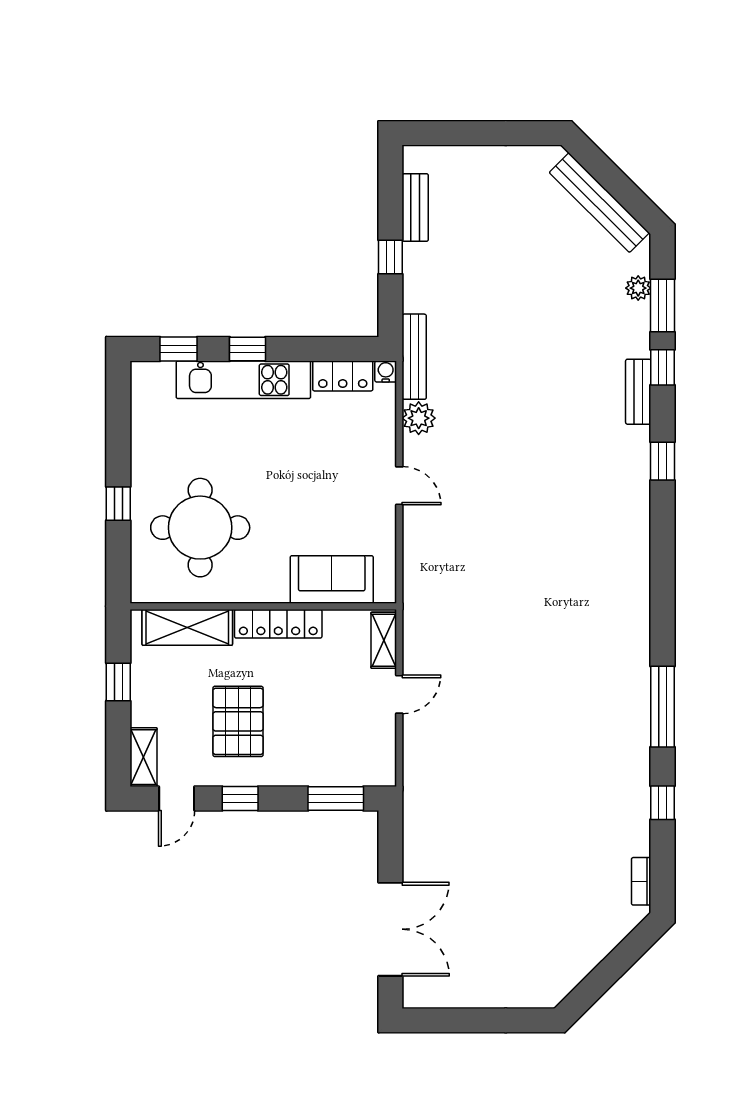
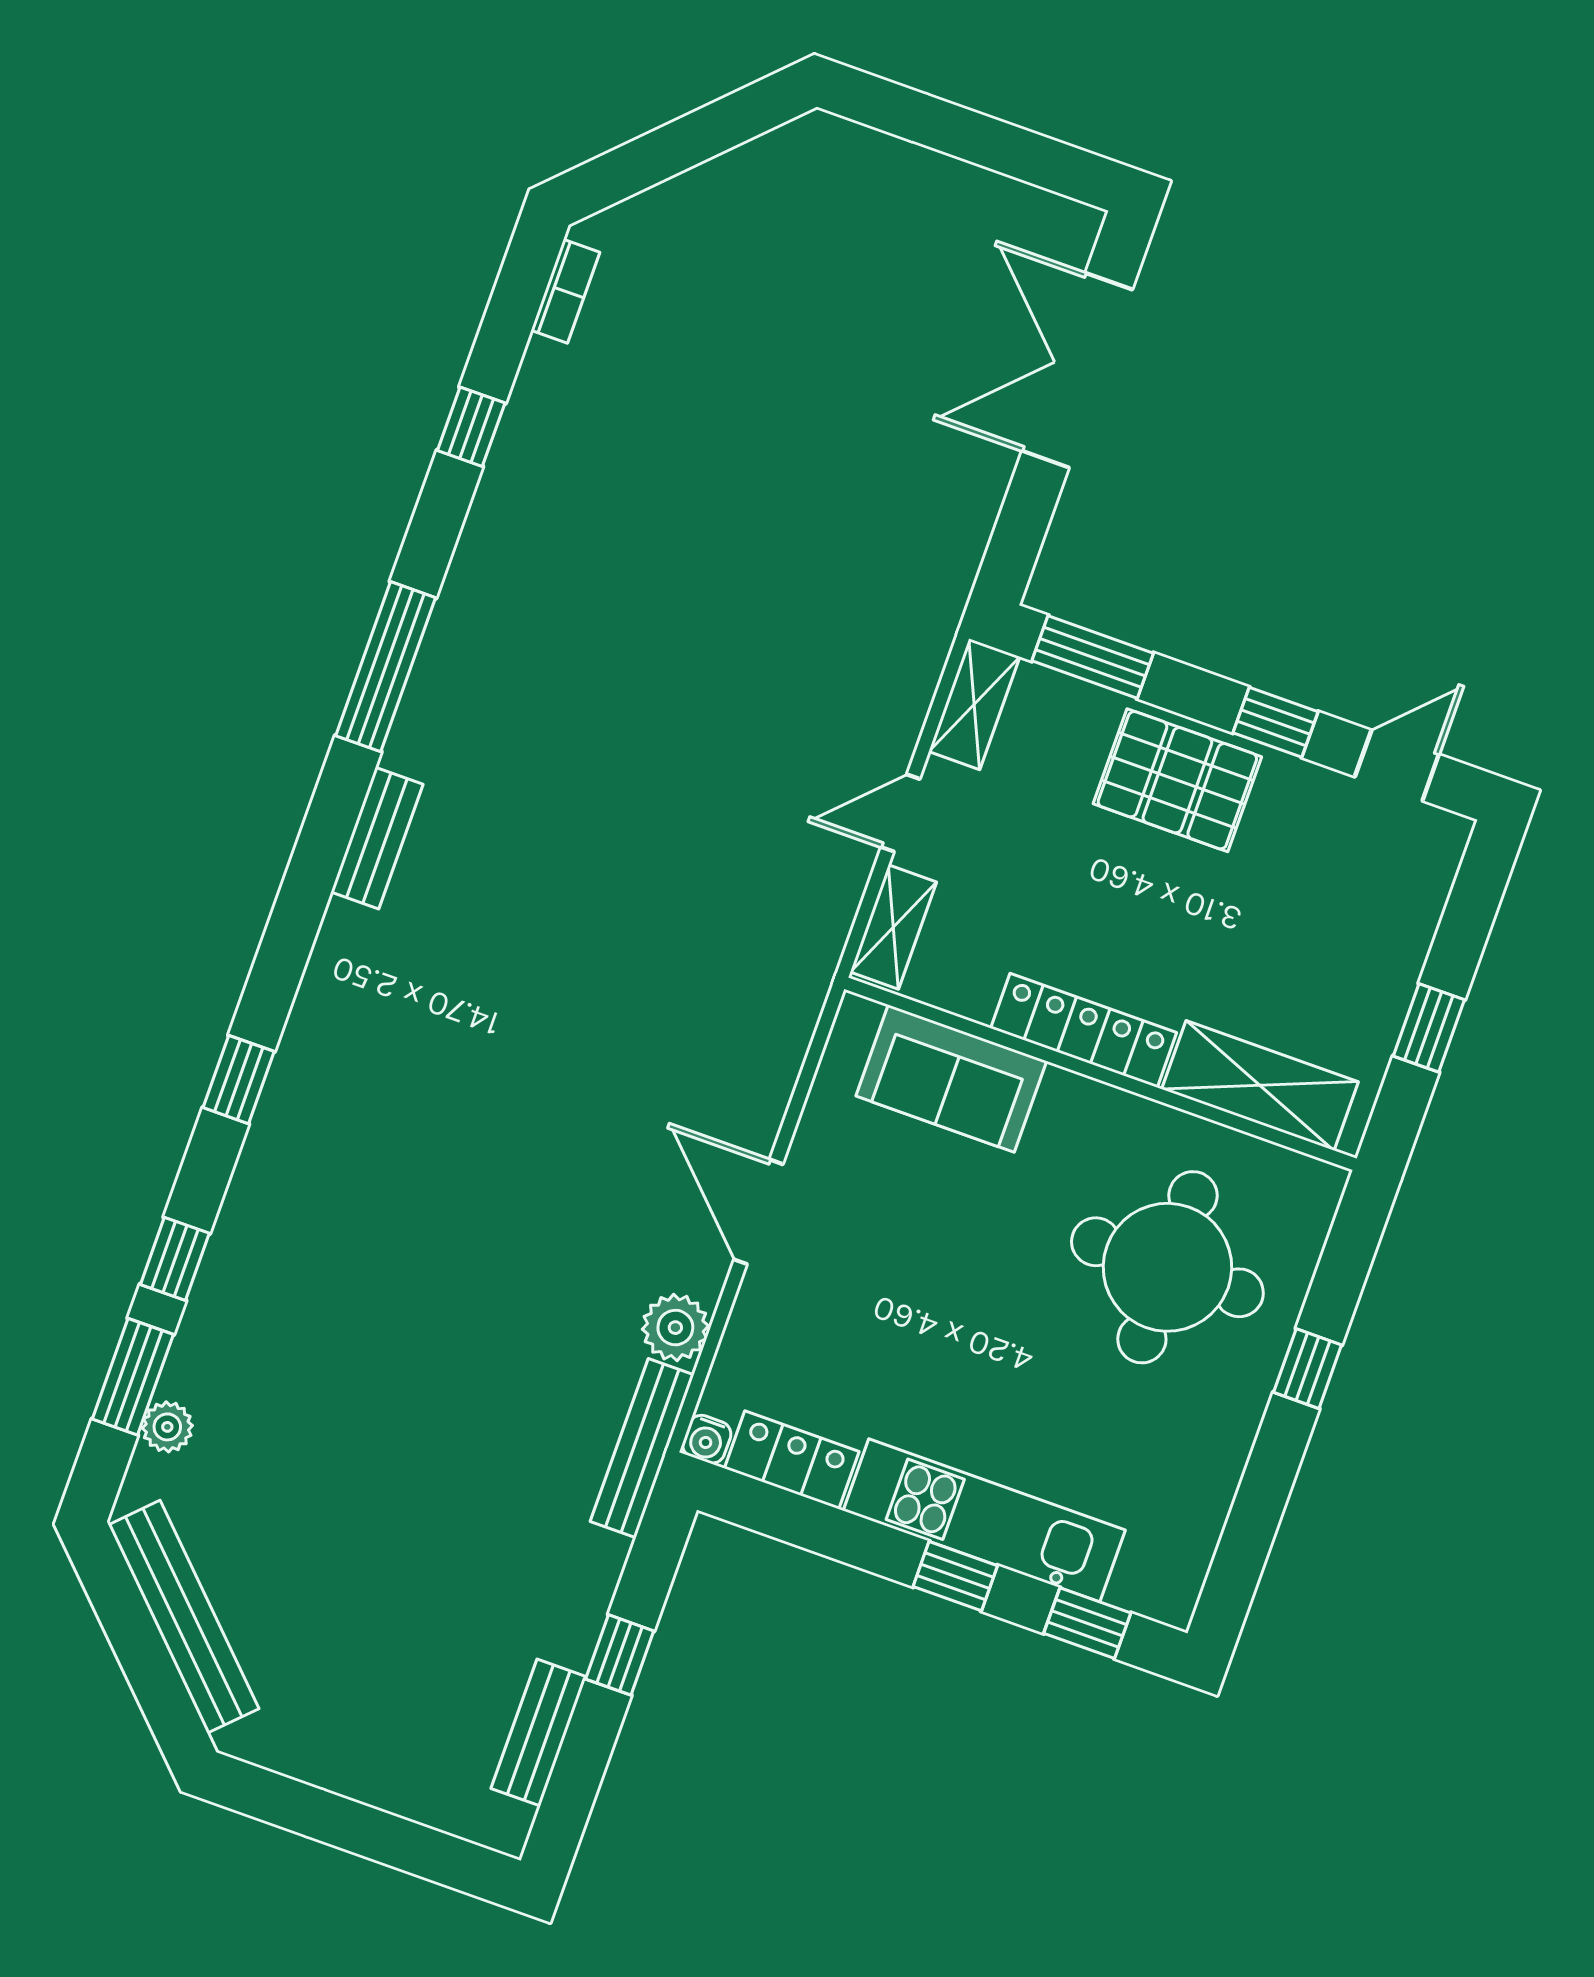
bench: (638, 392) -> (377, 838), moved
door: (399, 486) -> (758, 1212), width x1.38
window: (663, 707) -> (386, 667), moved
pallet: (238, 721) -> (1177, 780), moved, turned 90
shelving: (143, 757) -> (974, 704), moved

